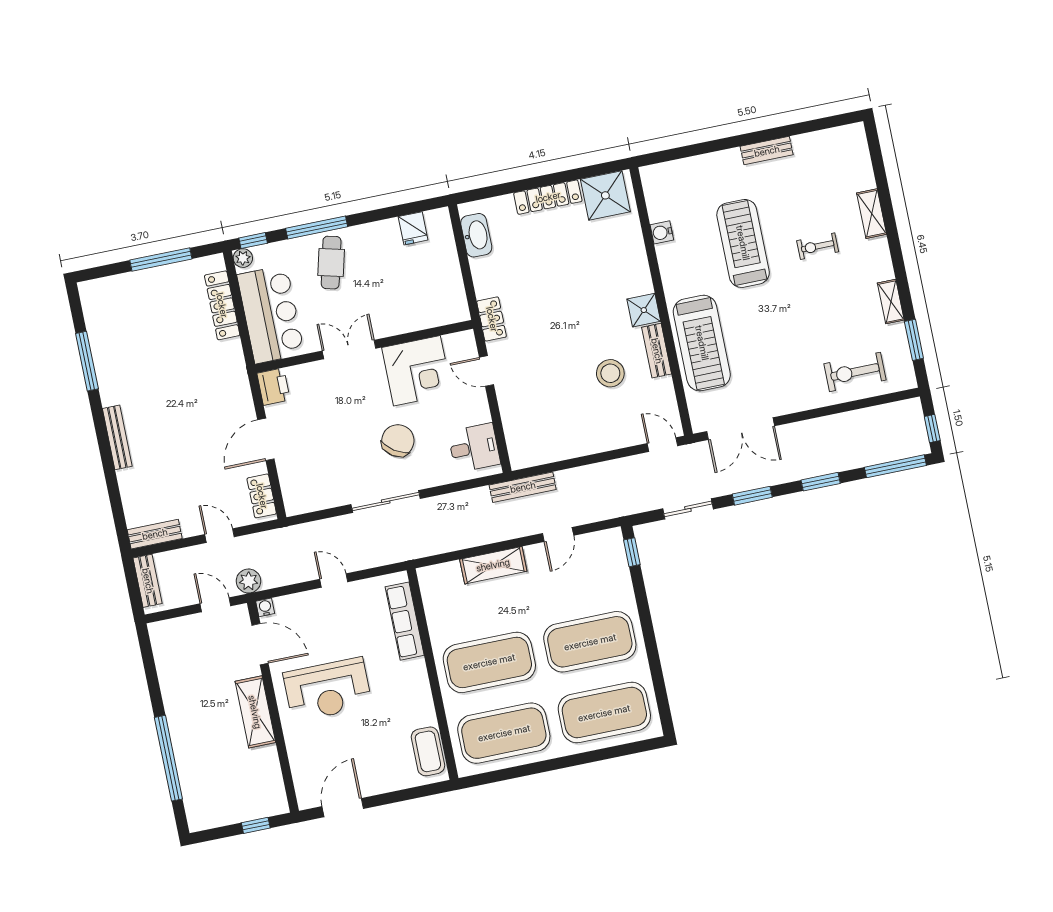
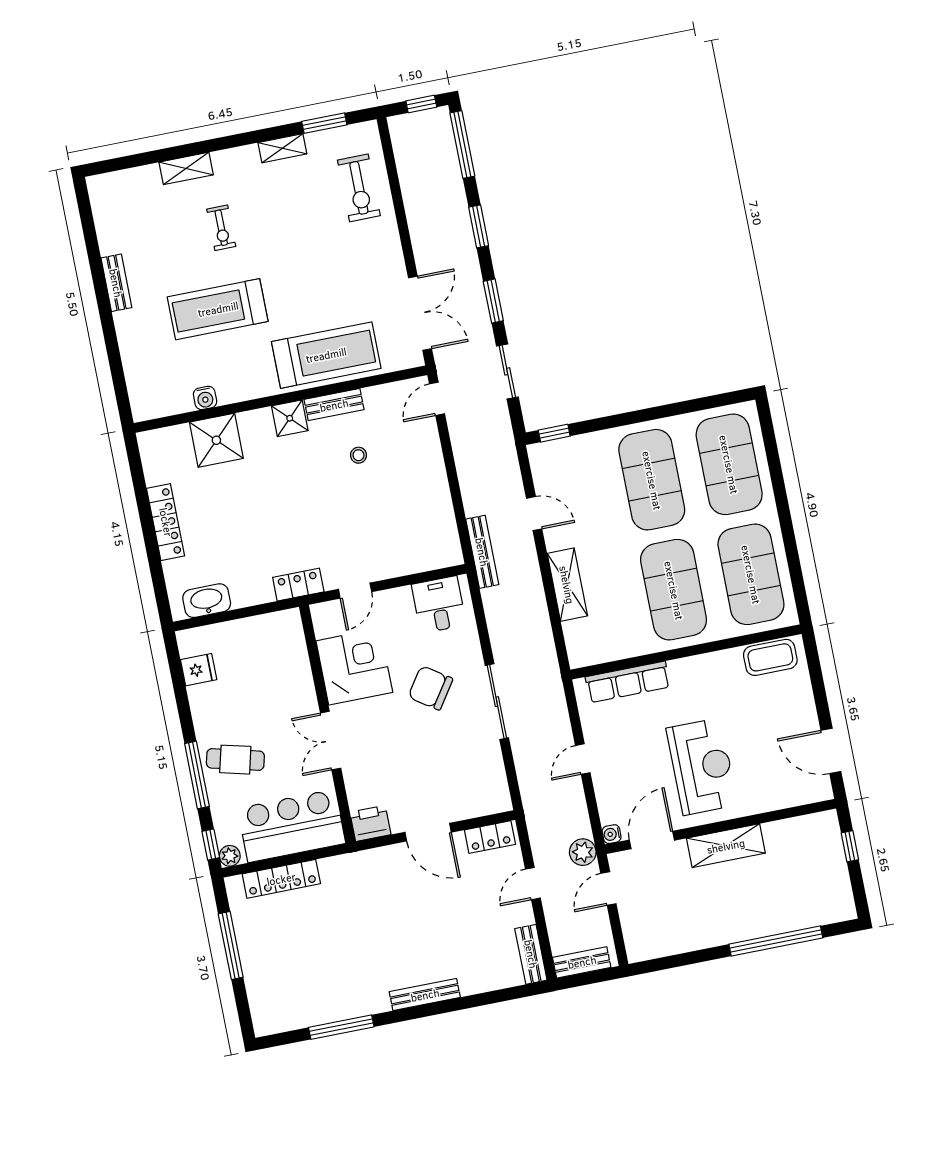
shower: (605, 195) -> (216, 440), moved
stool: (610, 373) -> (358, 455), width x0.53, depth x0.53

